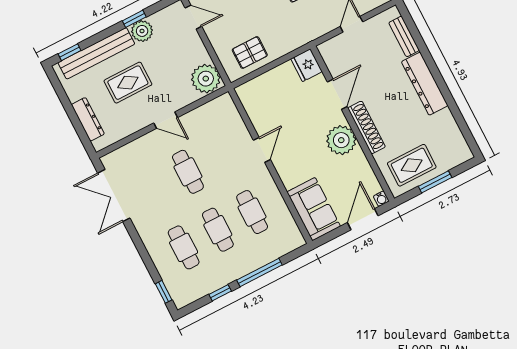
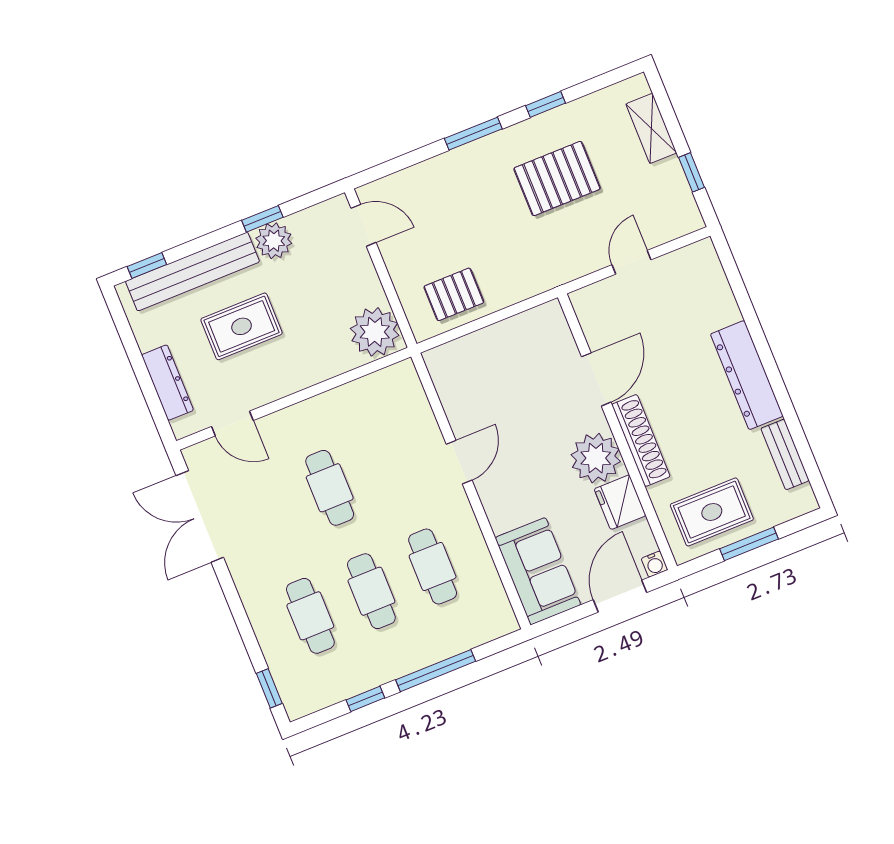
bench: (404, 36) -> (785, 454), moved
fridge: (307, 65) -> (620, 502), moved
door: (166, 120) -> (232, 424), moved

